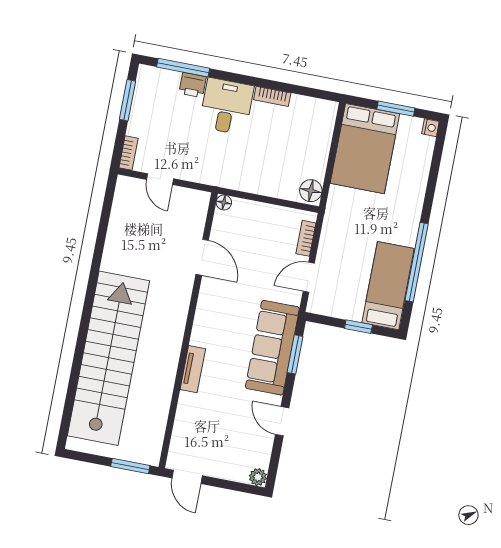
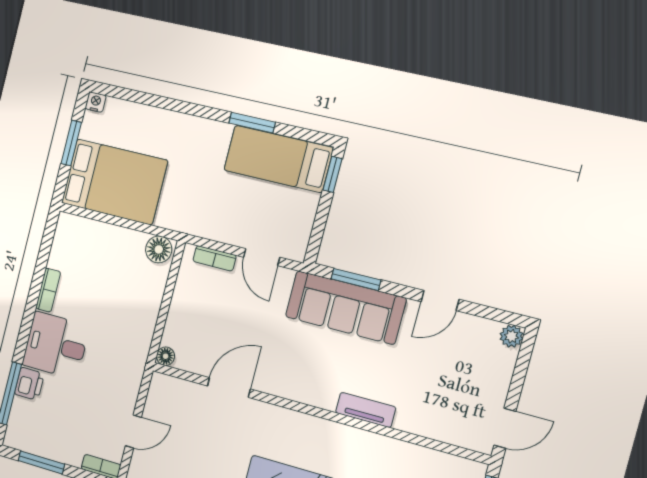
window: (417, 262) -> (252, 123), width x0.47
window: (358, 327) -> (332, 174), moved

